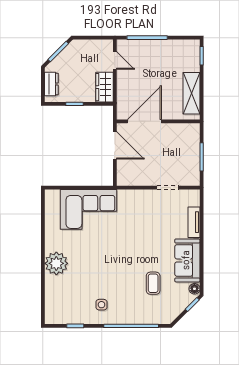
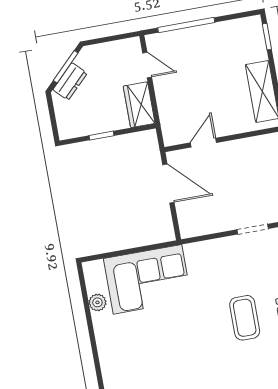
dresser: (51, 84) -> (70, 81), moved, turned 45
door: (144, 121) -> (203, 143), width x0.53
plant: (56, 263) -> (97, 302), moved, width x0.53, depth x0.53
coffee table: (153, 283) -> (245, 318), moved, width x1.36, depth x1.30

